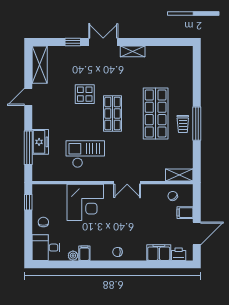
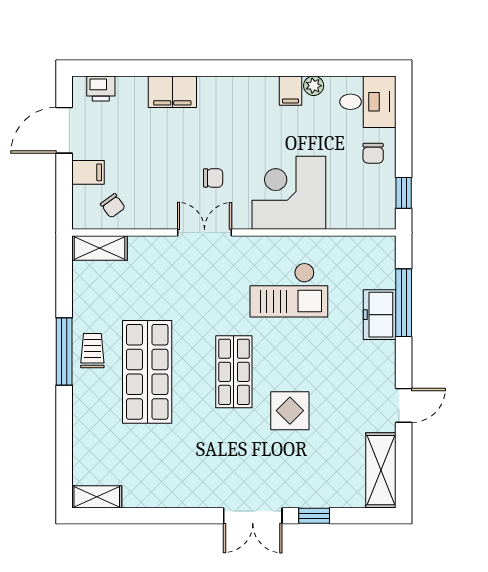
shelving: (133, 51) -> (97, 497), moved
chair: (117, 252) -> (213, 178), moved
filing cabinet: (159, 253) -> (172, 92), moved

